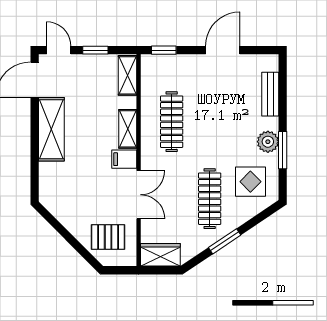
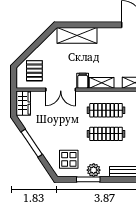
shelving: (51, 129) -> (77, 35), moved
clothes rail: (210, 199) -> (106, 134), moved
window: (225, 241) -> (32, 143), width x1.44

